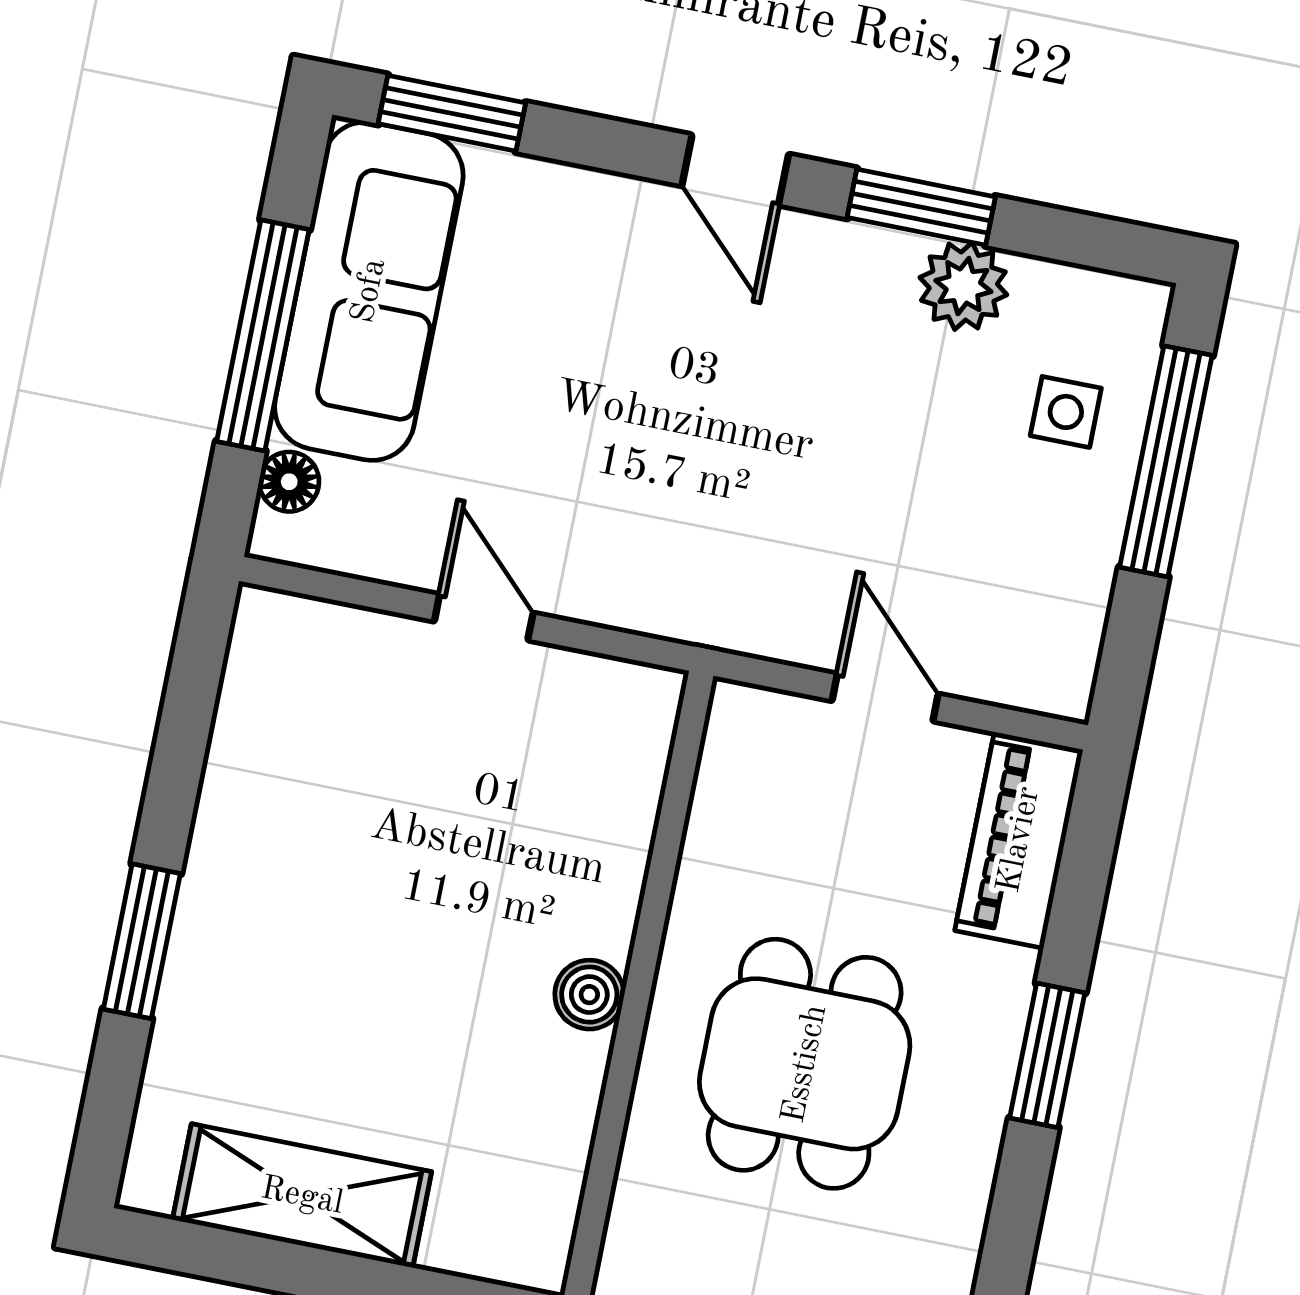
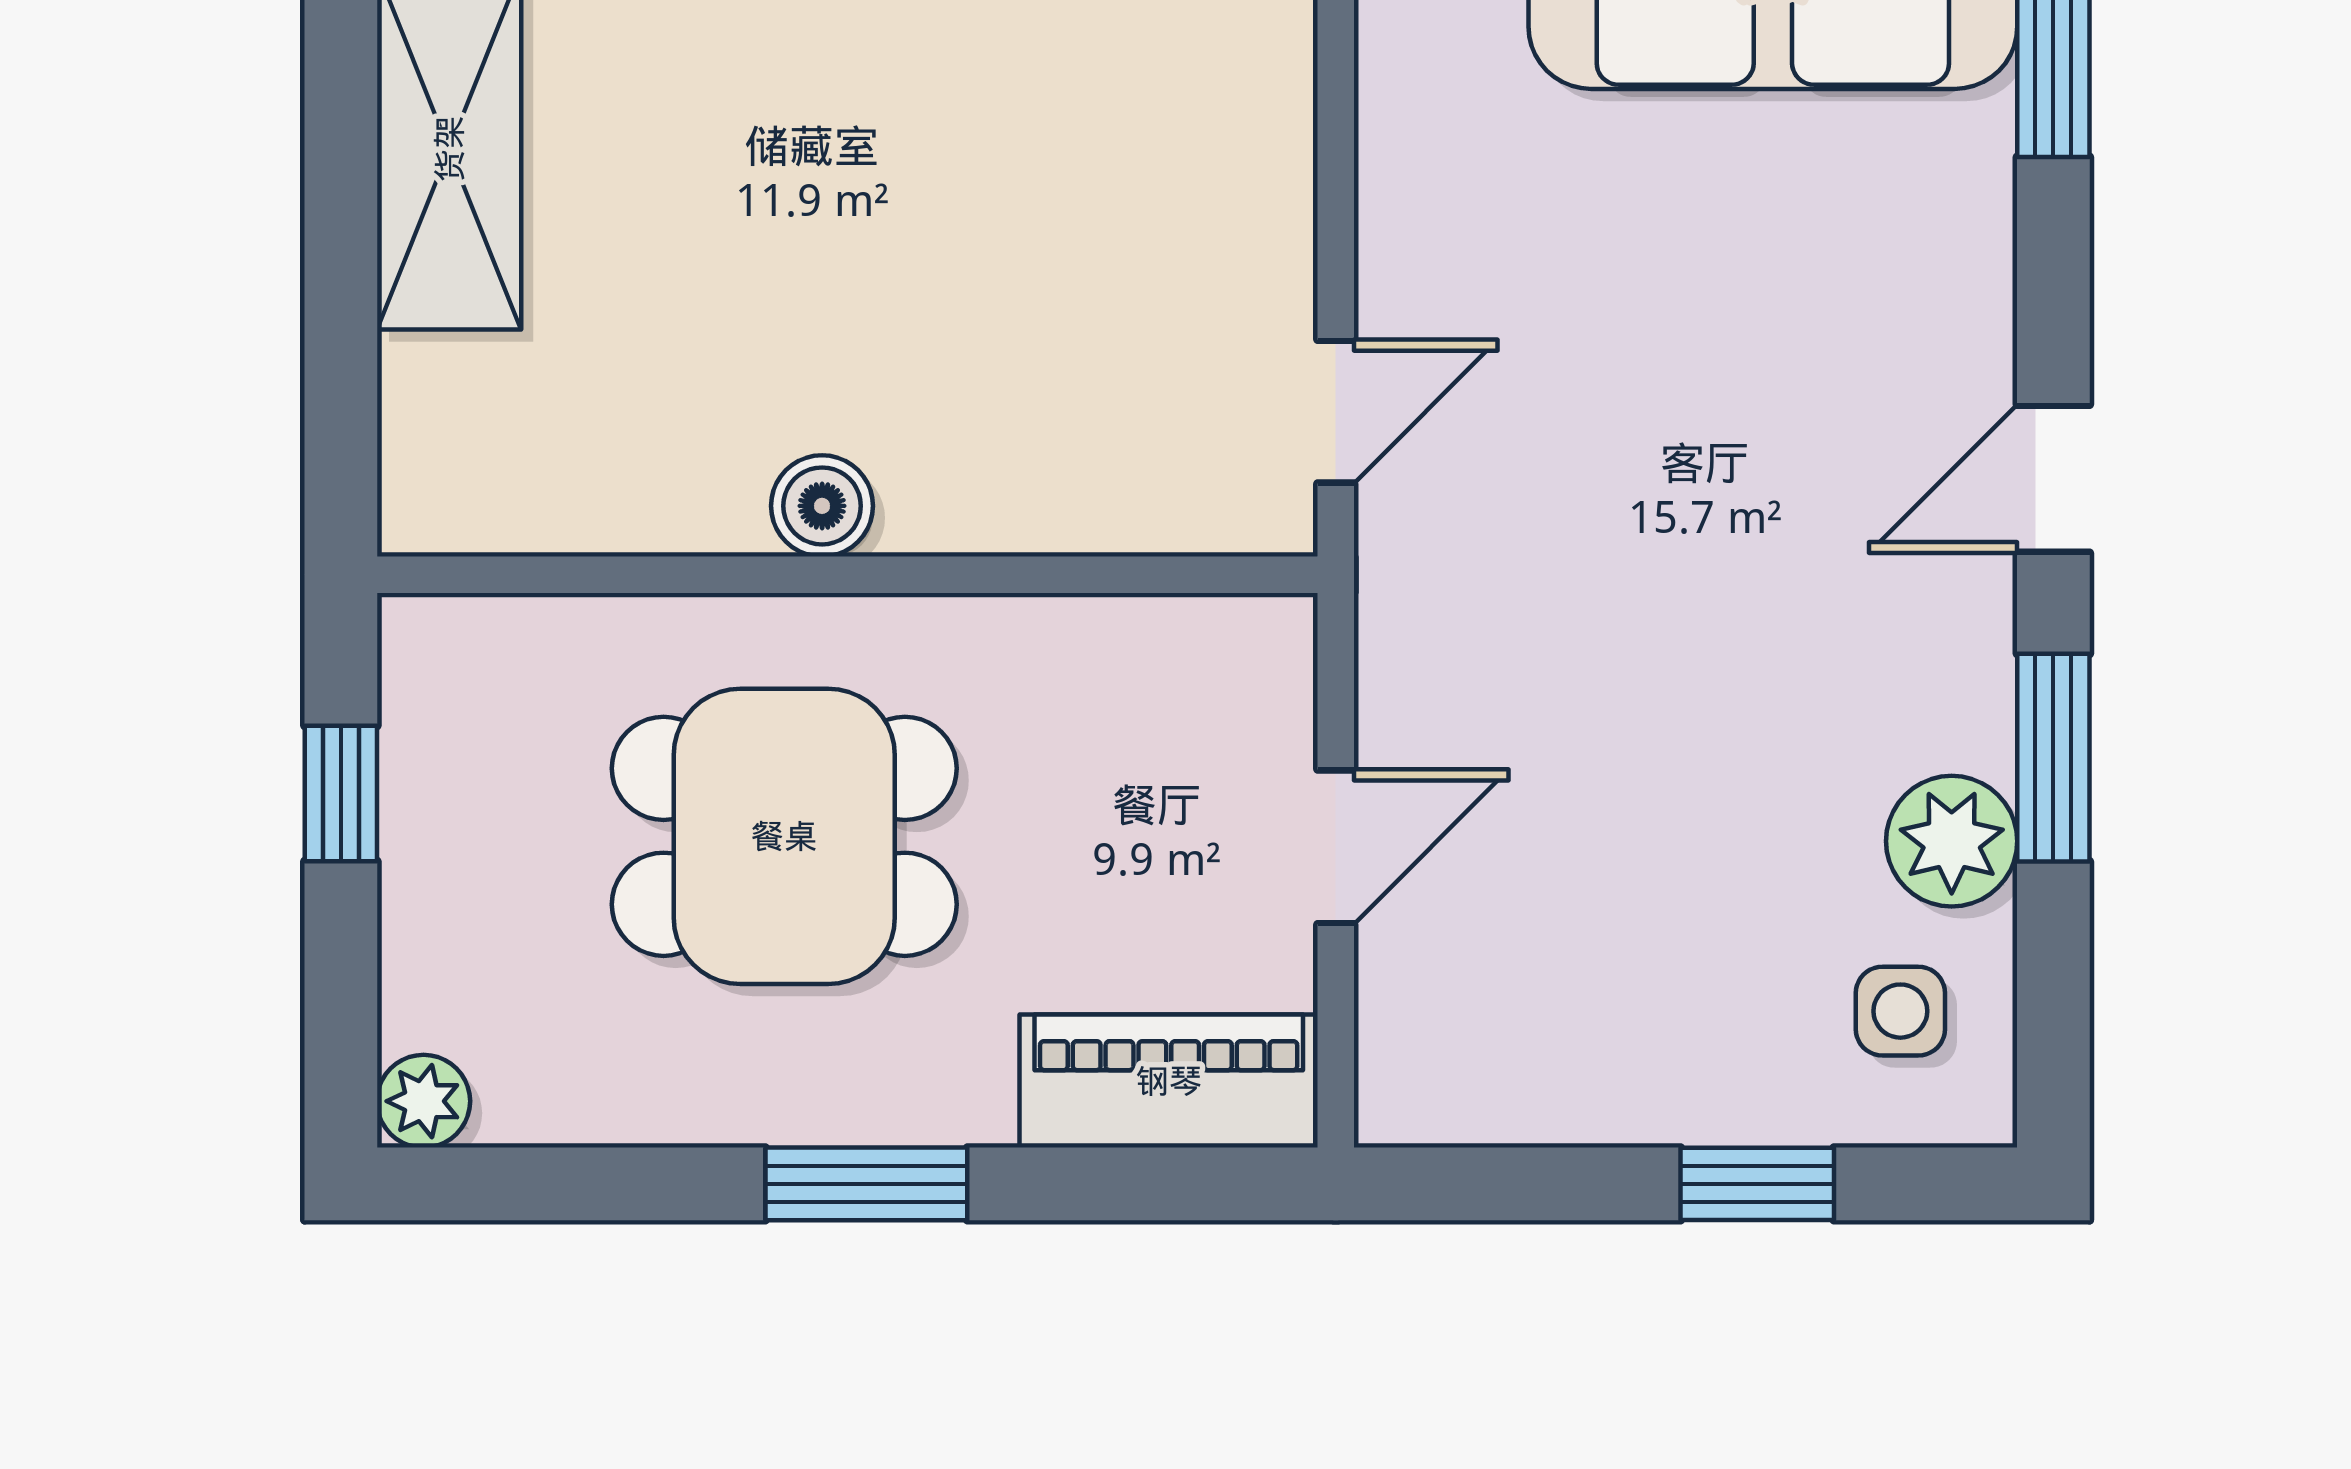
side table: (1066, 412) -> (1900, 1011), moved
window: (1166, 461) -> (1757, 1184), width x0.46
door: (484, 617) -> (1336, 412), moved

